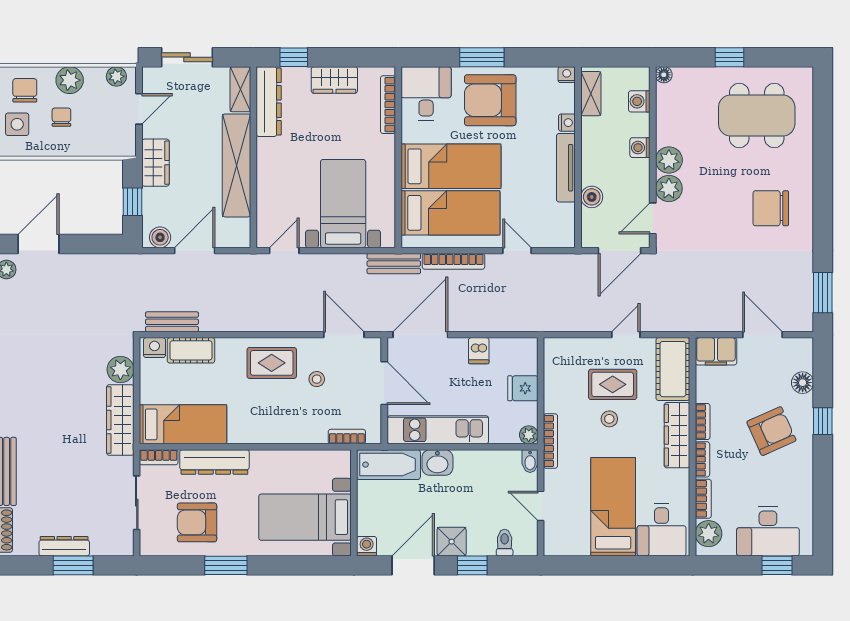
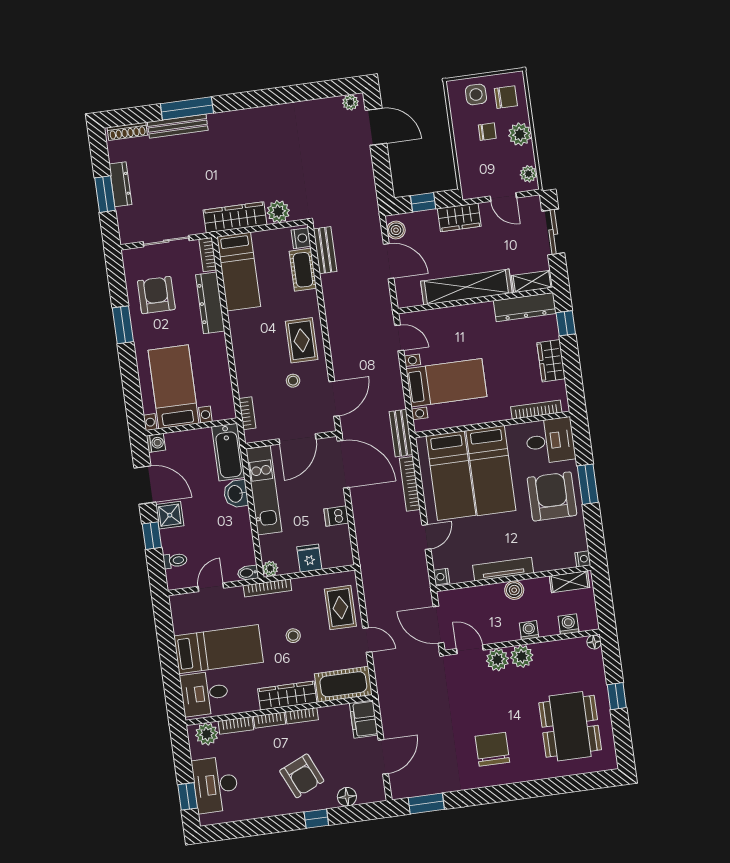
nightstand: (567, 123) -> (442, 577), moved, turned 90
boiler: (592, 197) -> (514, 590), moved
rug: (613, 384) -> (340, 608), moved

